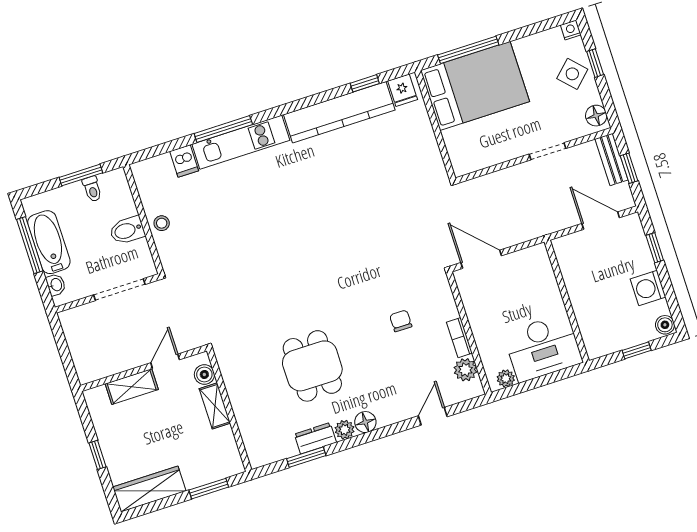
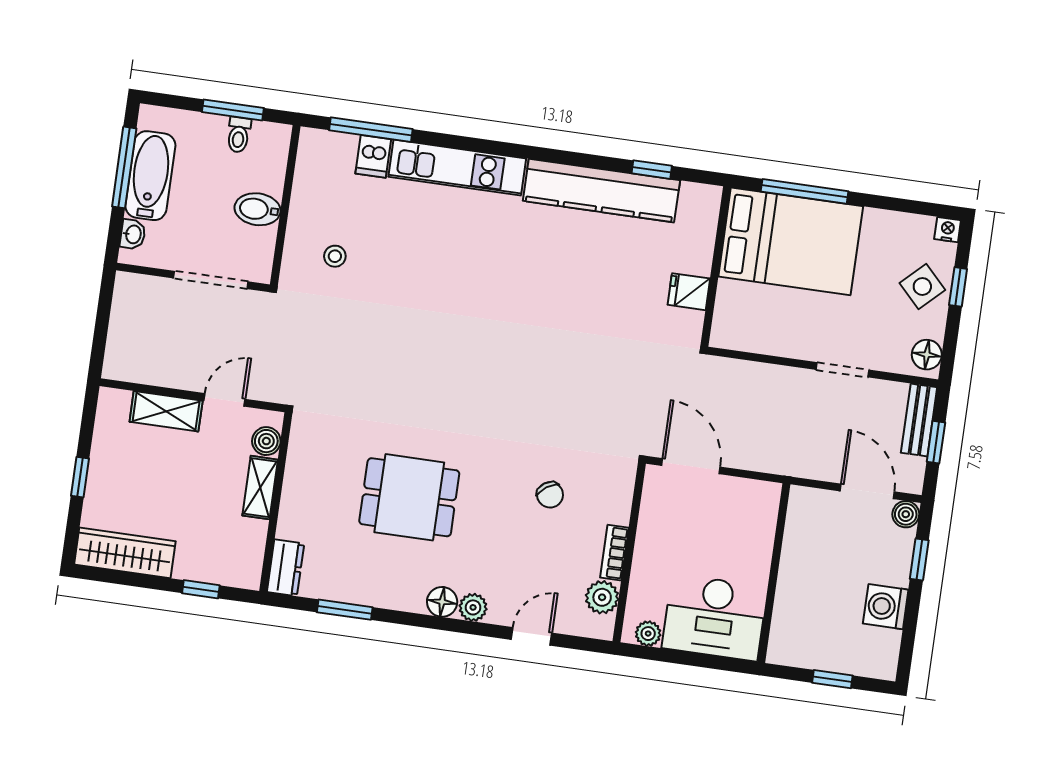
fridge: (403, 90) -> (689, 292), moved, turned 90
window: (223, 129) -> (371, 130), moved
stool: (162, 223) -> (335, 256), moved
chair: (401, 321) -> (550, 495), turned 146
boiler: (665, 325) -> (906, 514), moved
dining table: (312, 366) -> (409, 497), turned 90
plant: (345, 430) -> (473, 607), moved
dresser: (315, 438) -> (286, 568), moved, turned 90
window: (209, 489) -> (201, 589), width x0.67

